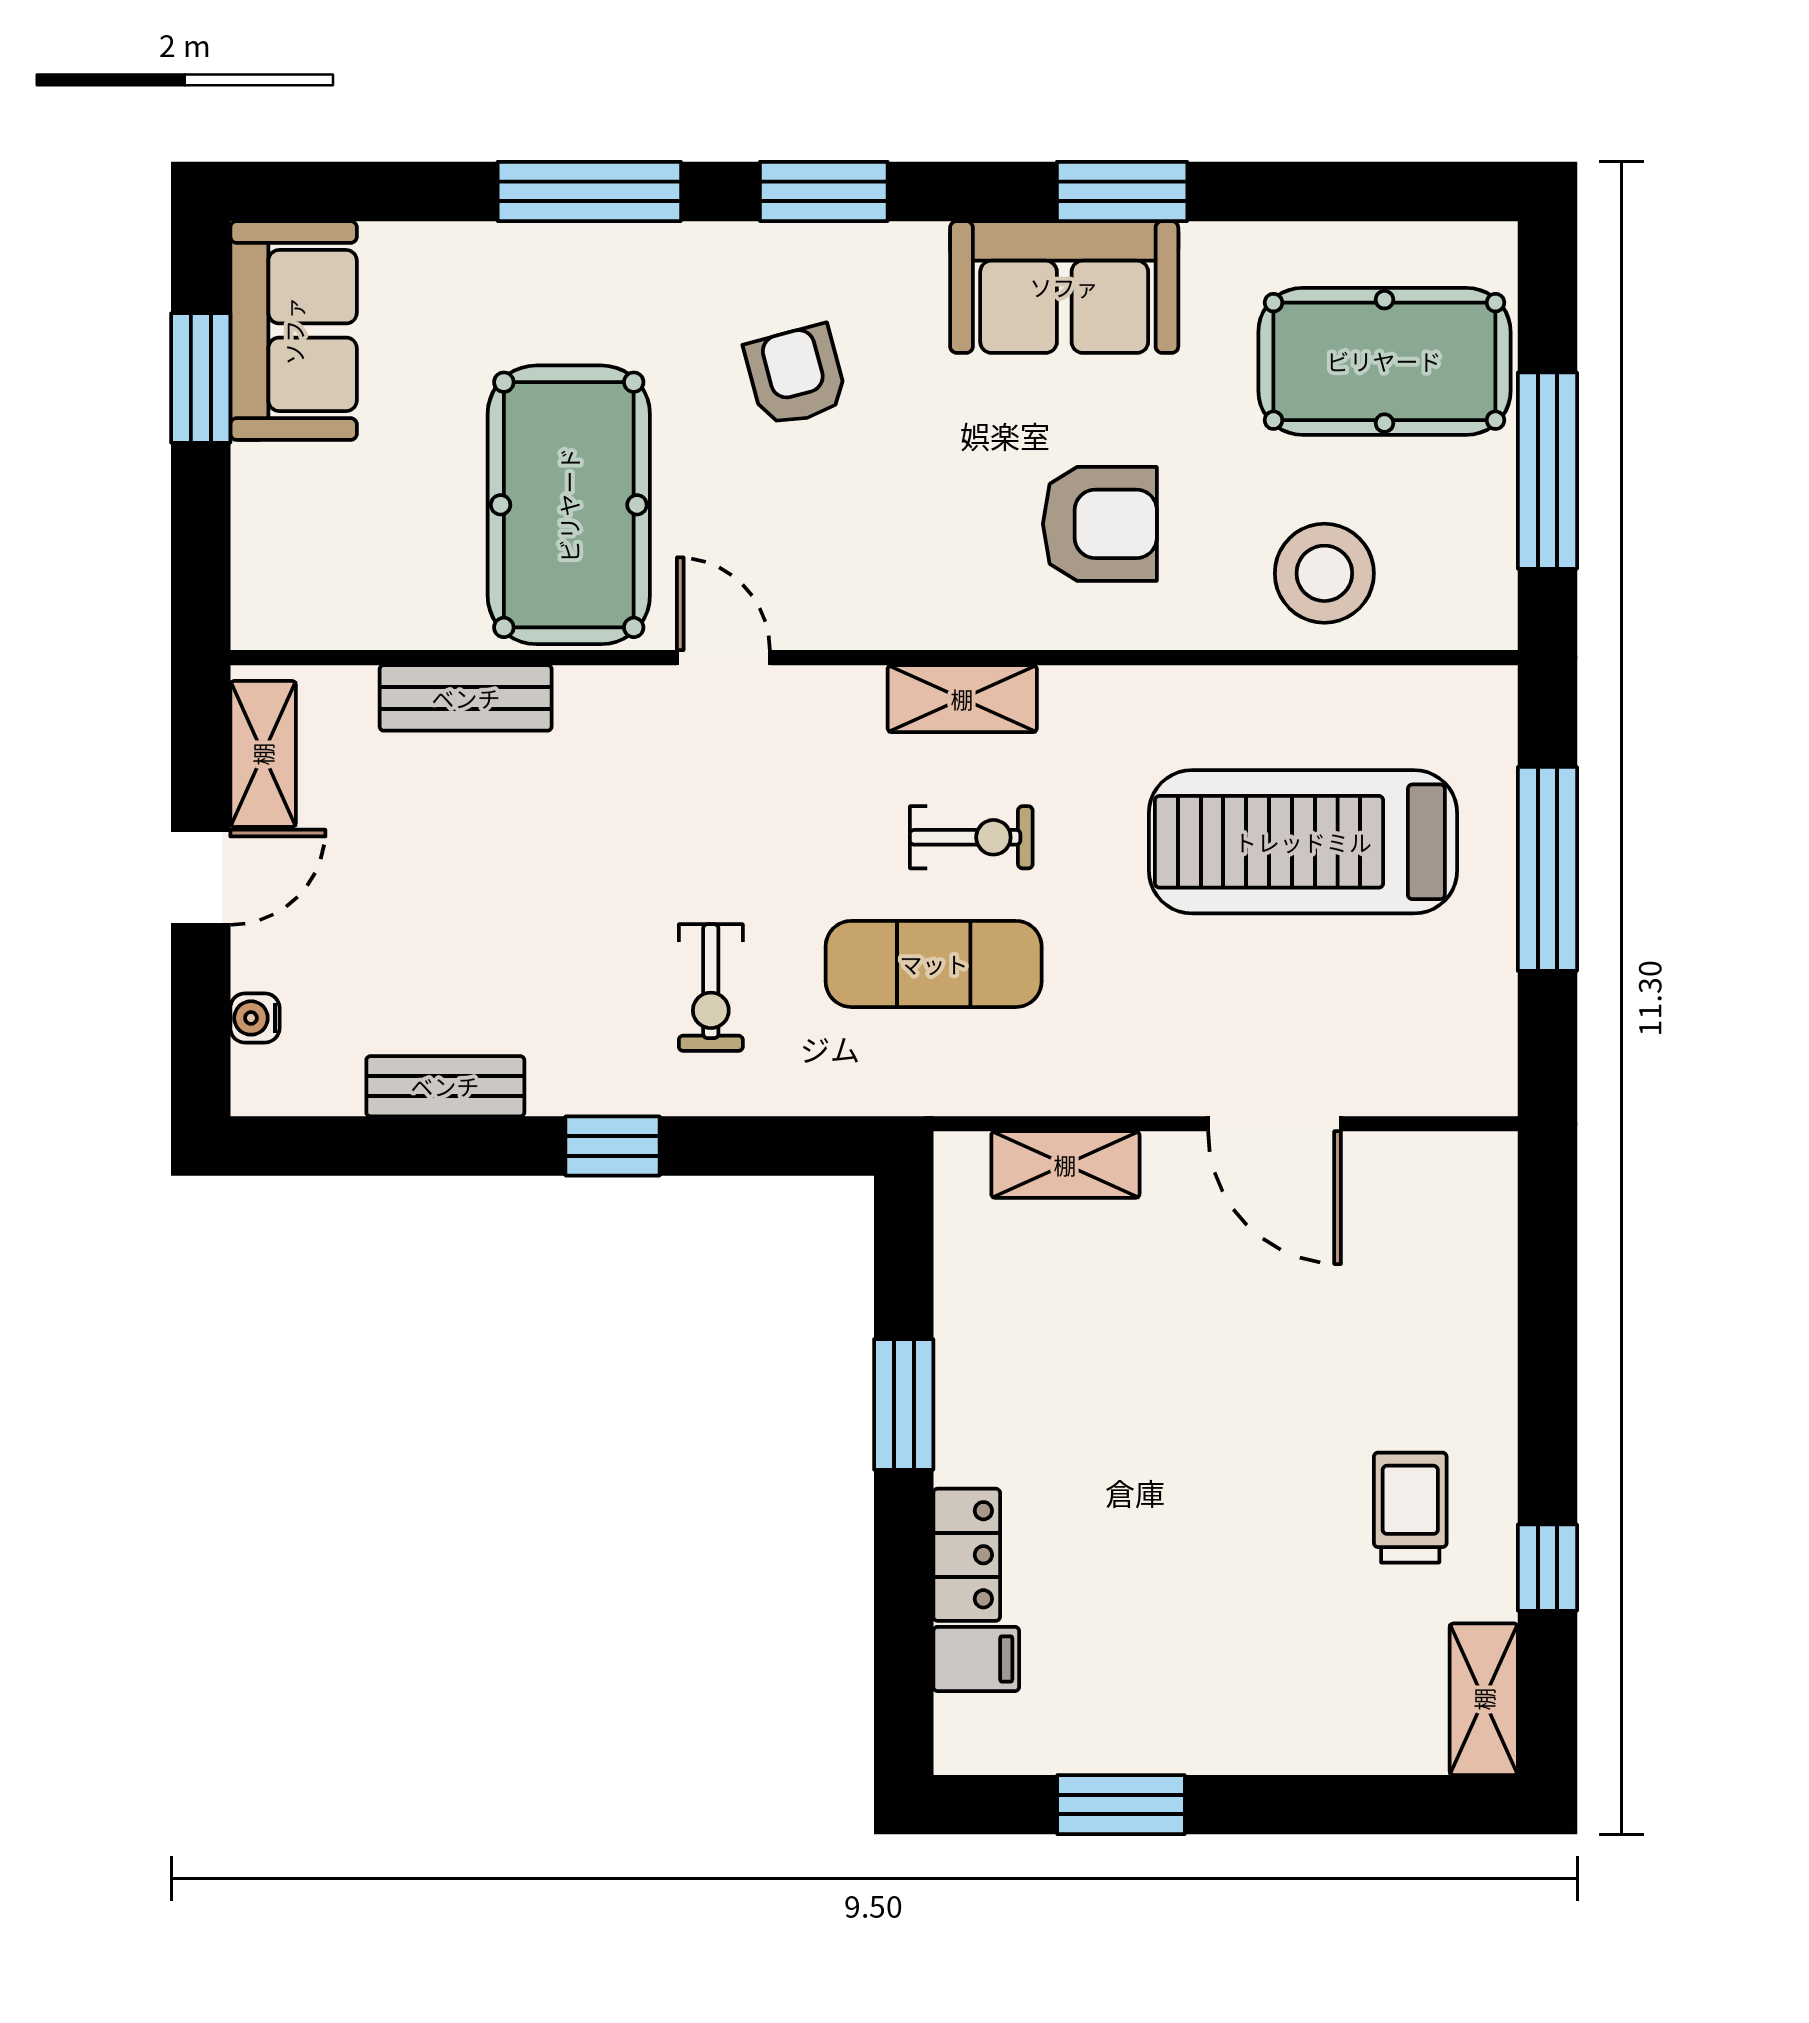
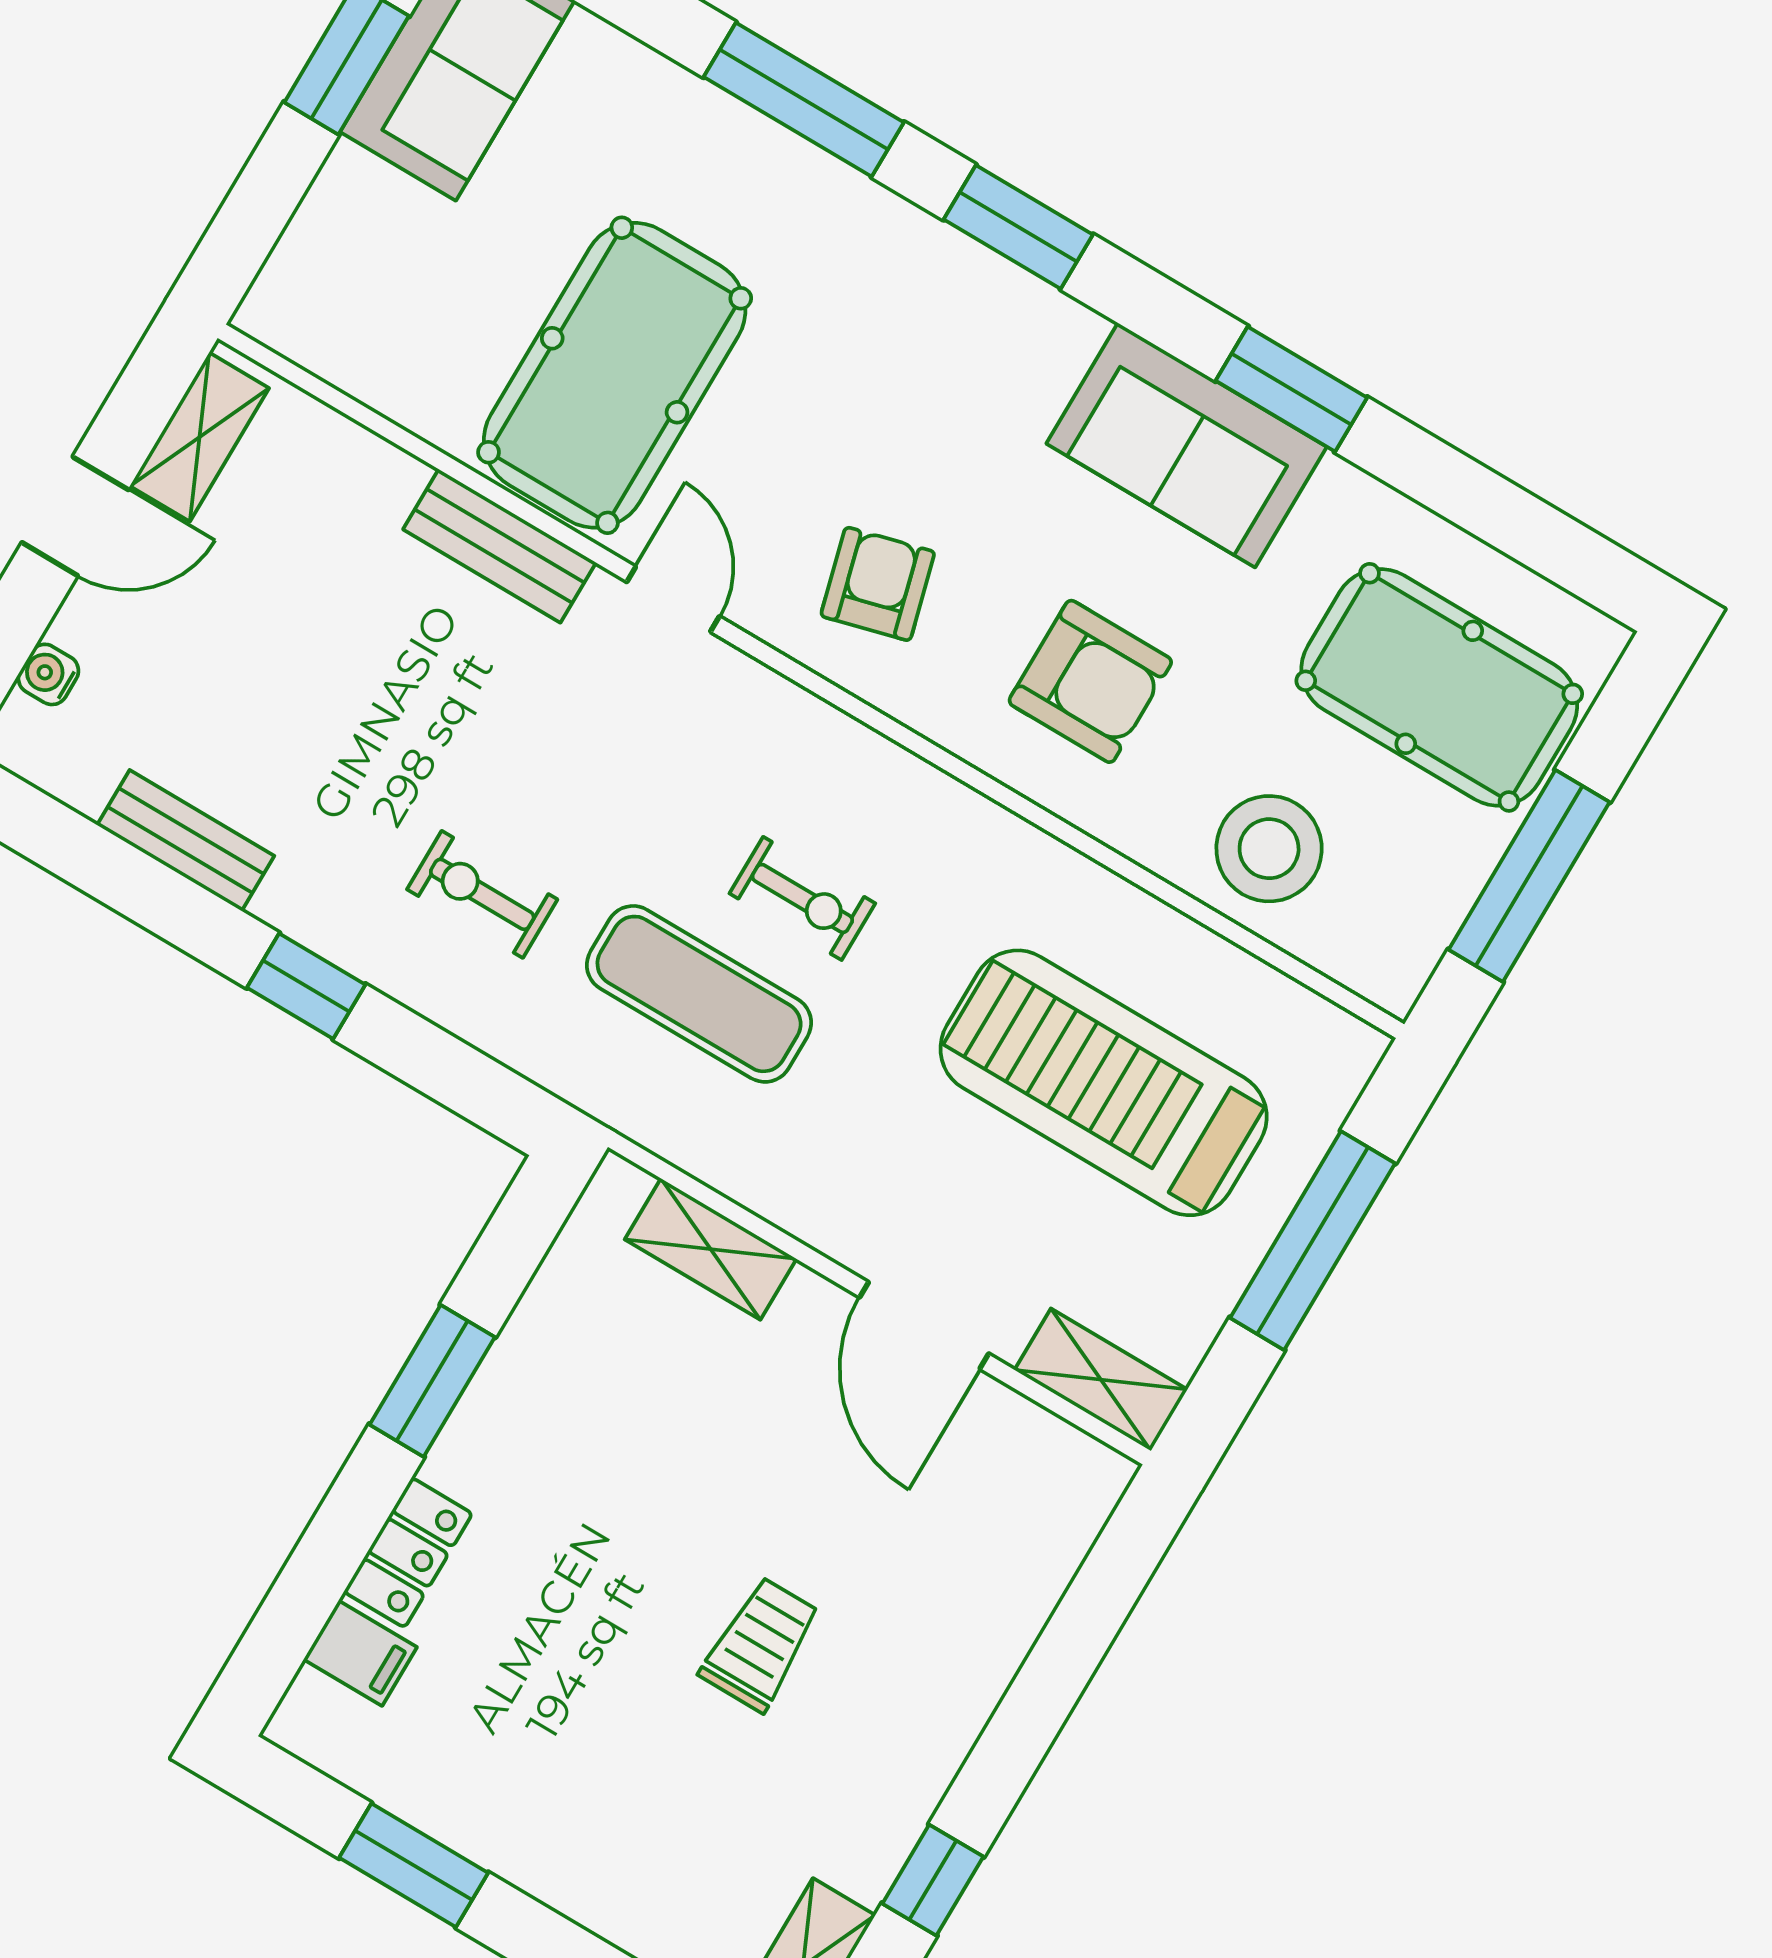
armchair: (796, 376) -> (878, 584), moved
bench: (466, 698) -> (500, 546), moved
shelving: (962, 699) -> (1101, 1380), moved
exercise bike: (711, 988) -> (482, 894), turned 90
trolley: (1410, 1508) -> (760, 1644), moved

